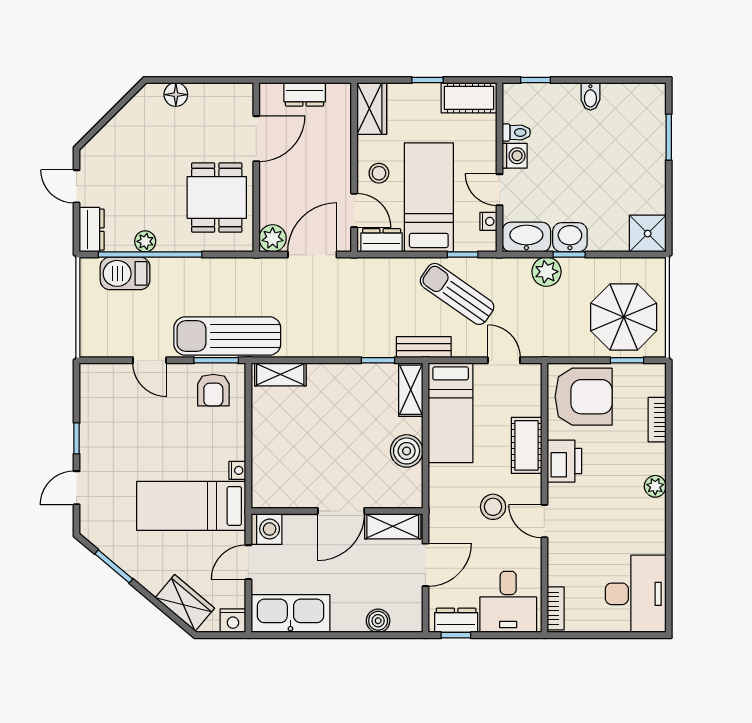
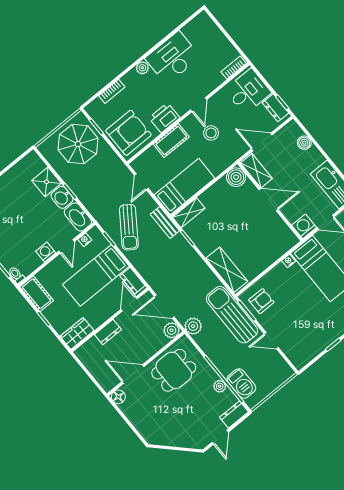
dresser: (305, 94) -> (108, 332), moved, turned 90
floor lamp: (176, 95) -> (118, 397), moved
toilet: (516, 132) -> (16, 275), moved
stool: (379, 173) -> (103, 307), removed
shower: (648, 234) -> (47, 182), moved
plant: (546, 272) -> (193, 326), moved
sun lounger: (227, 336) -> (232, 315), turned 180
door: (150, 360) -> (271, 341), swing flipped
shelving: (280, 374) -> (227, 270), width x1.50, depth x1.33
armchair: (584, 397) -> (128, 133), turned 90
boiler: (407, 451) -> (236, 177), moved
desk: (636, 594) -> (173, 58), moved

